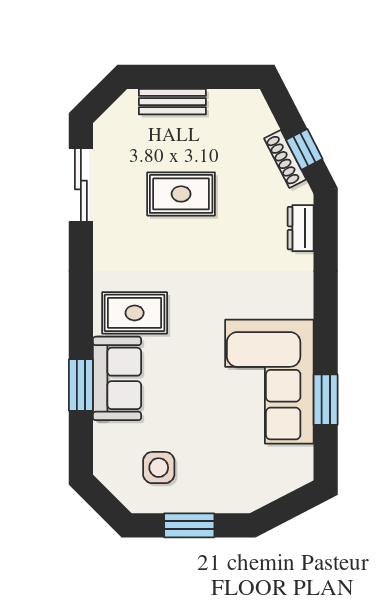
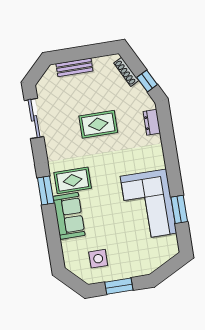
shoe rack: (285, 159) -> (126, 72), moved
rug: (181, 194) -> (98, 124), moved
window: (81, 385) -> (46, 190), moved

